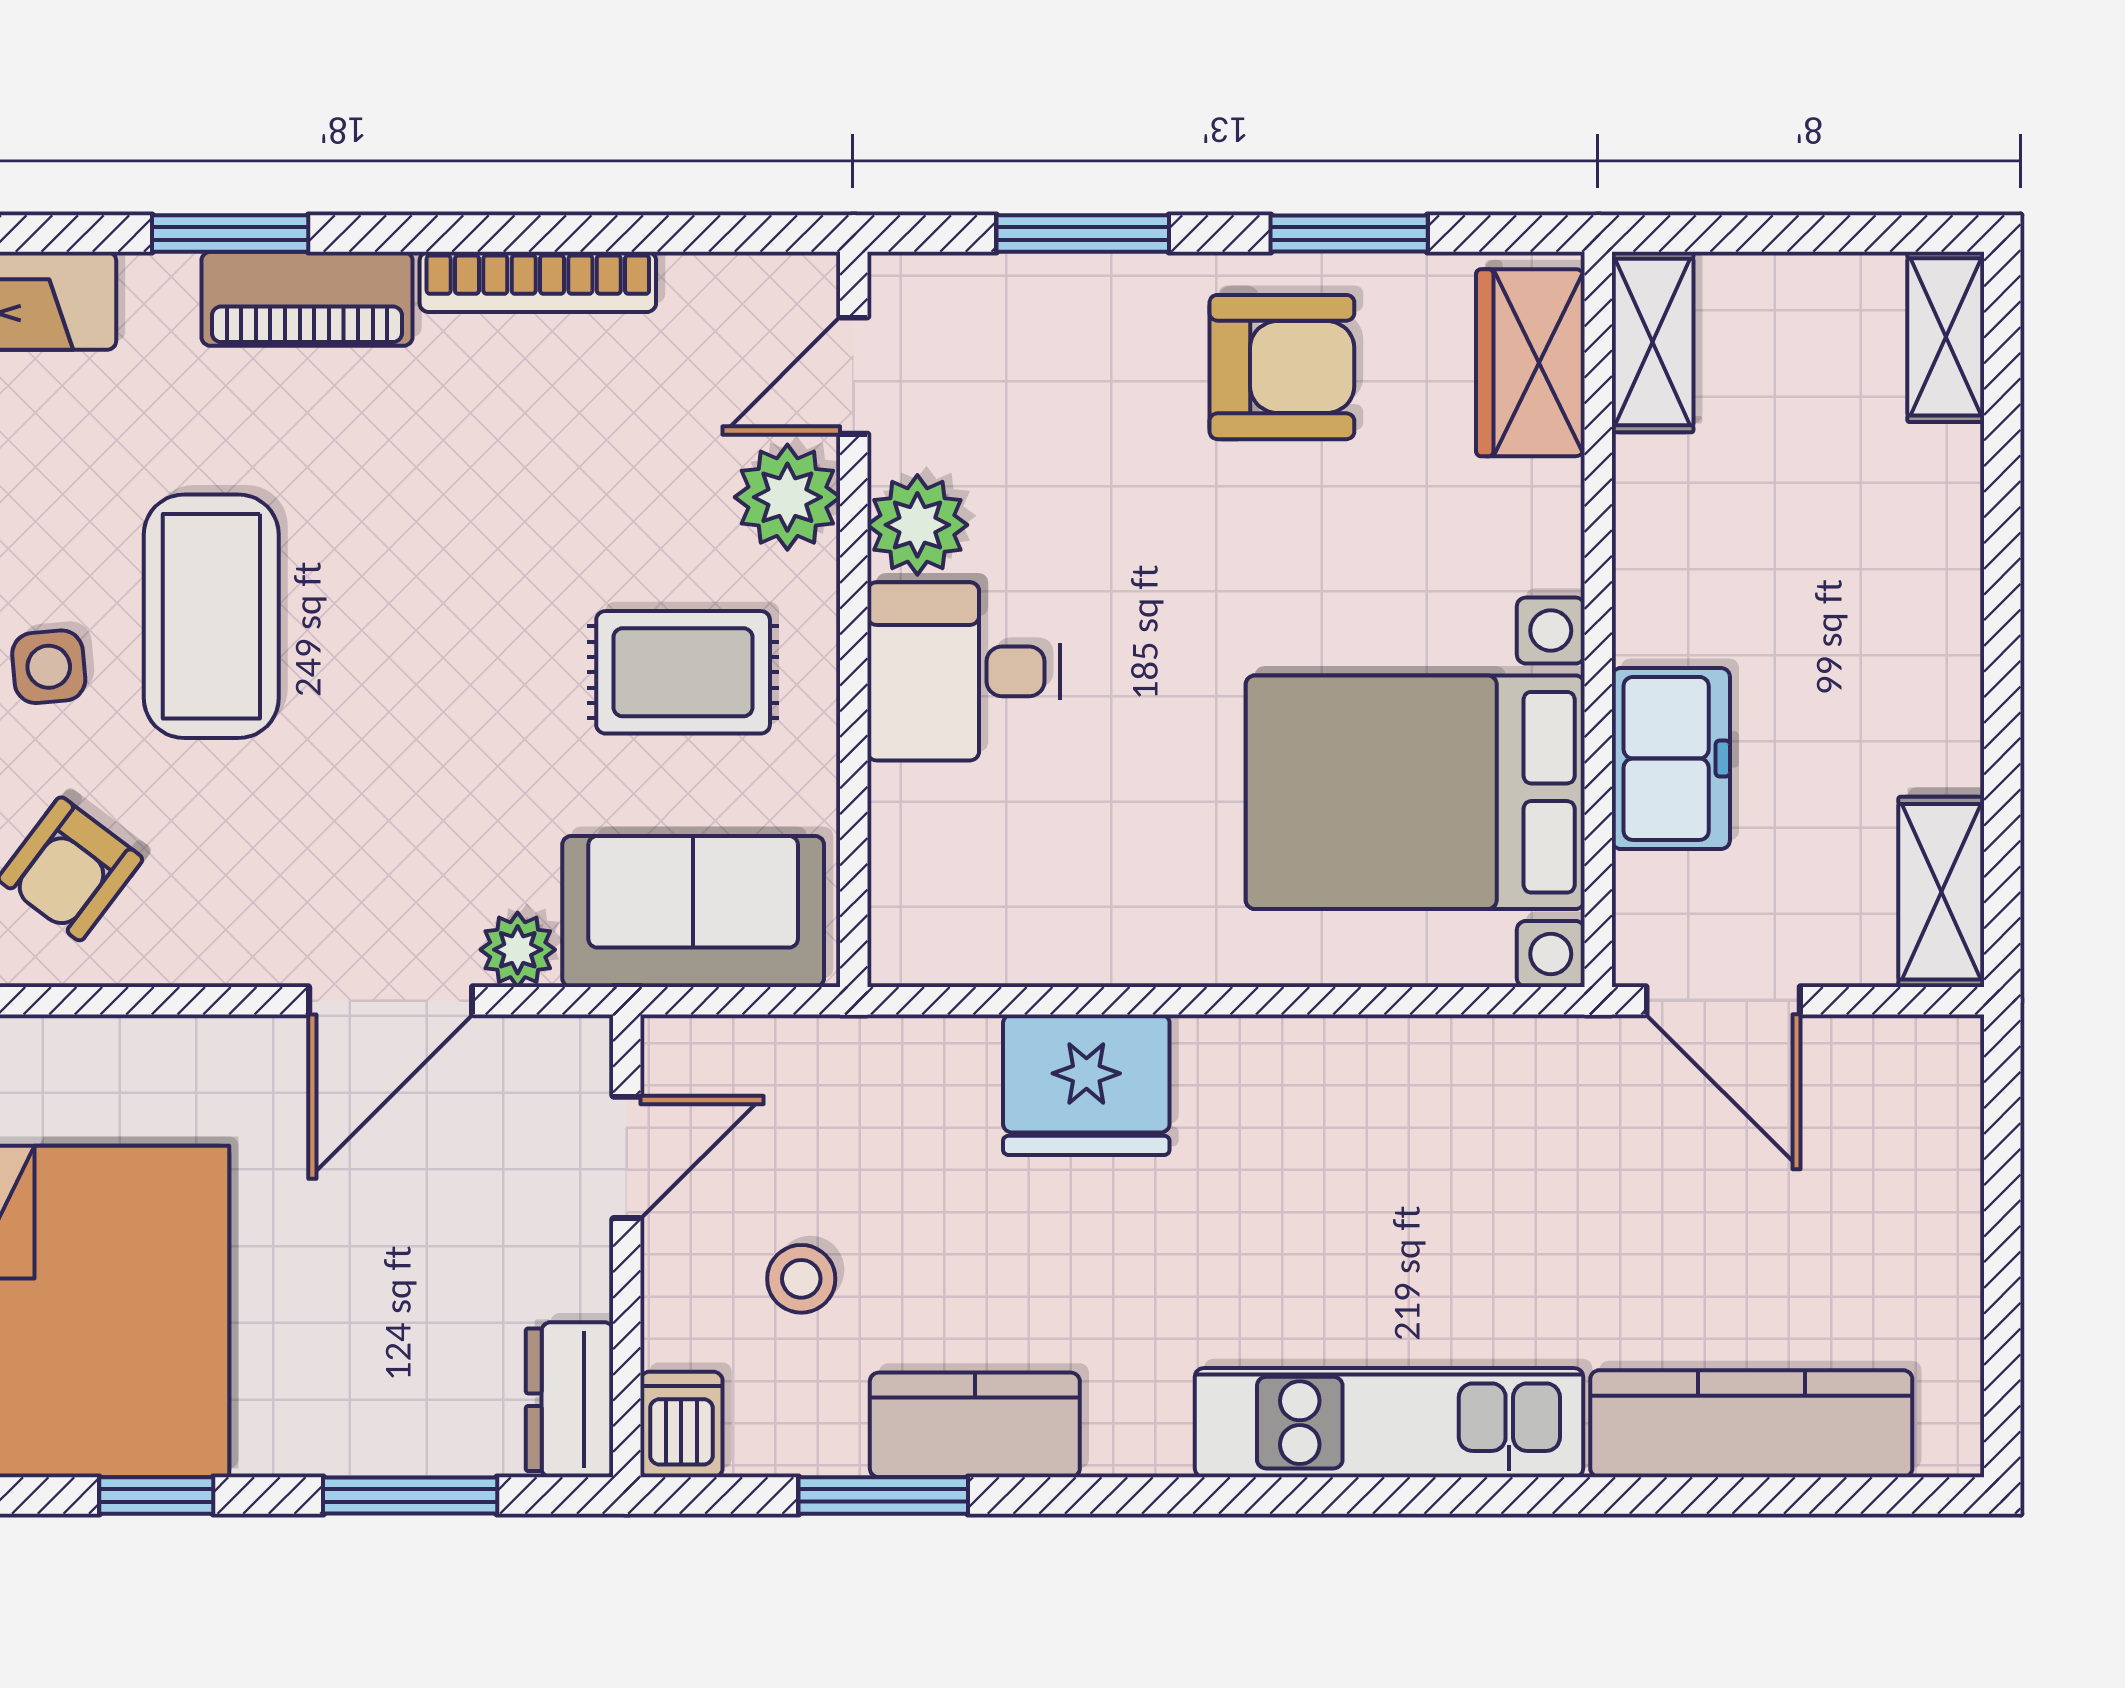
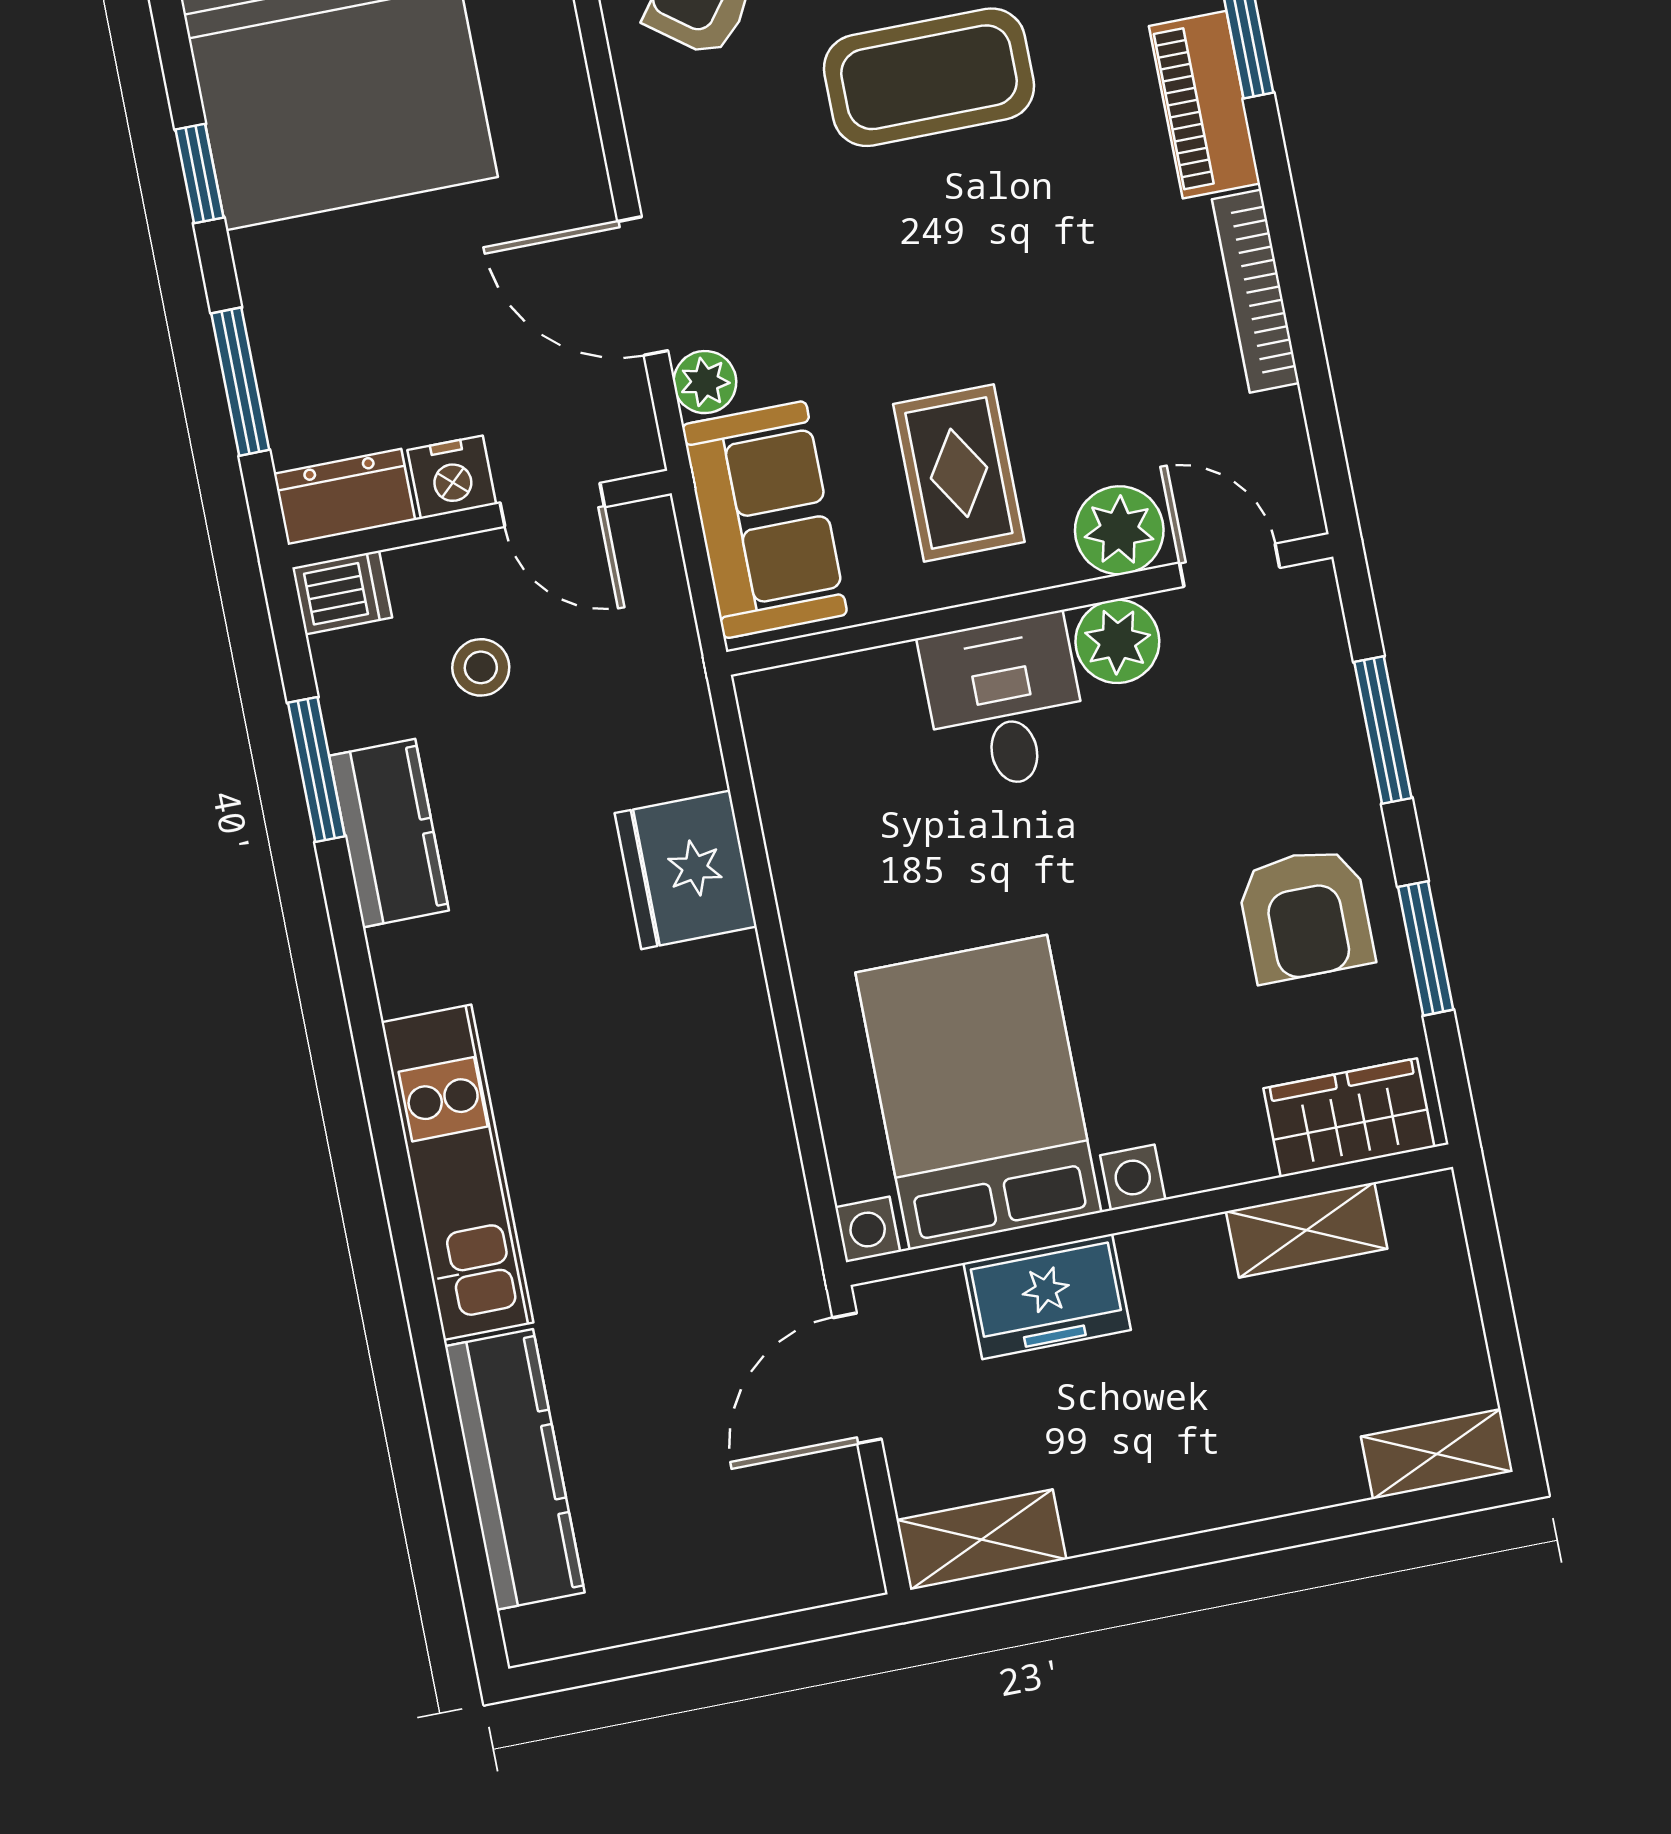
shelving: (1653, 342) -> (1307, 1230), moved
nightstand: (571, 1269) -> (452, 477), added

